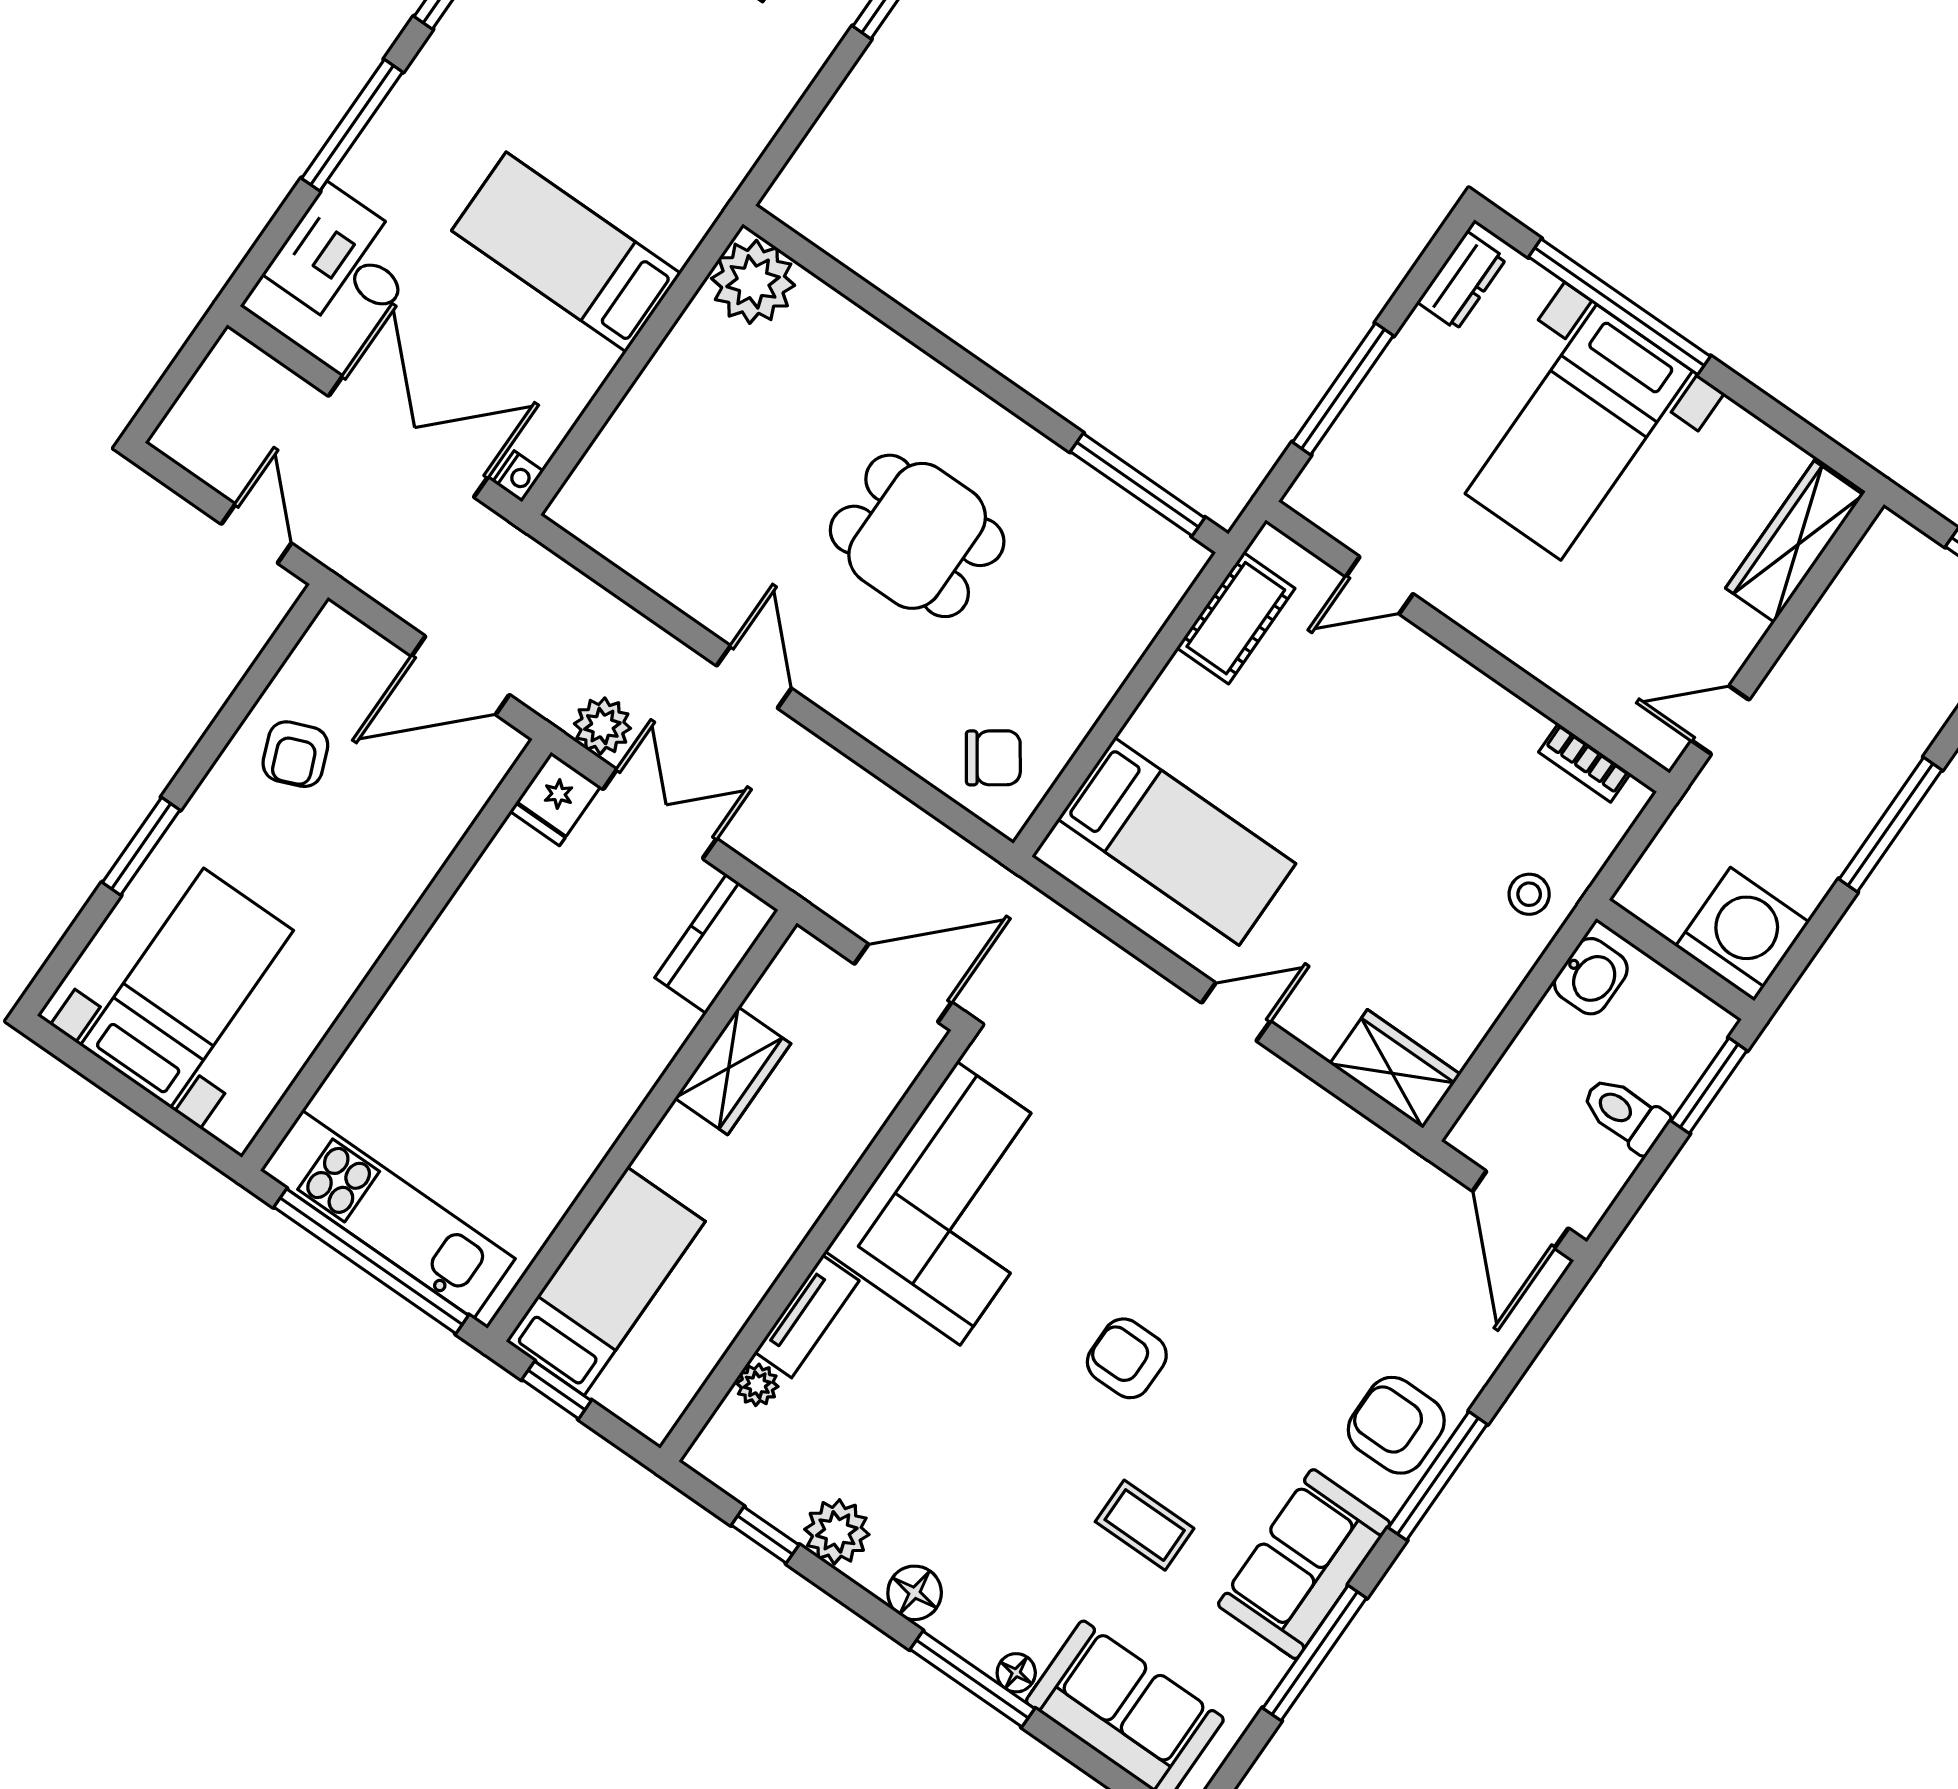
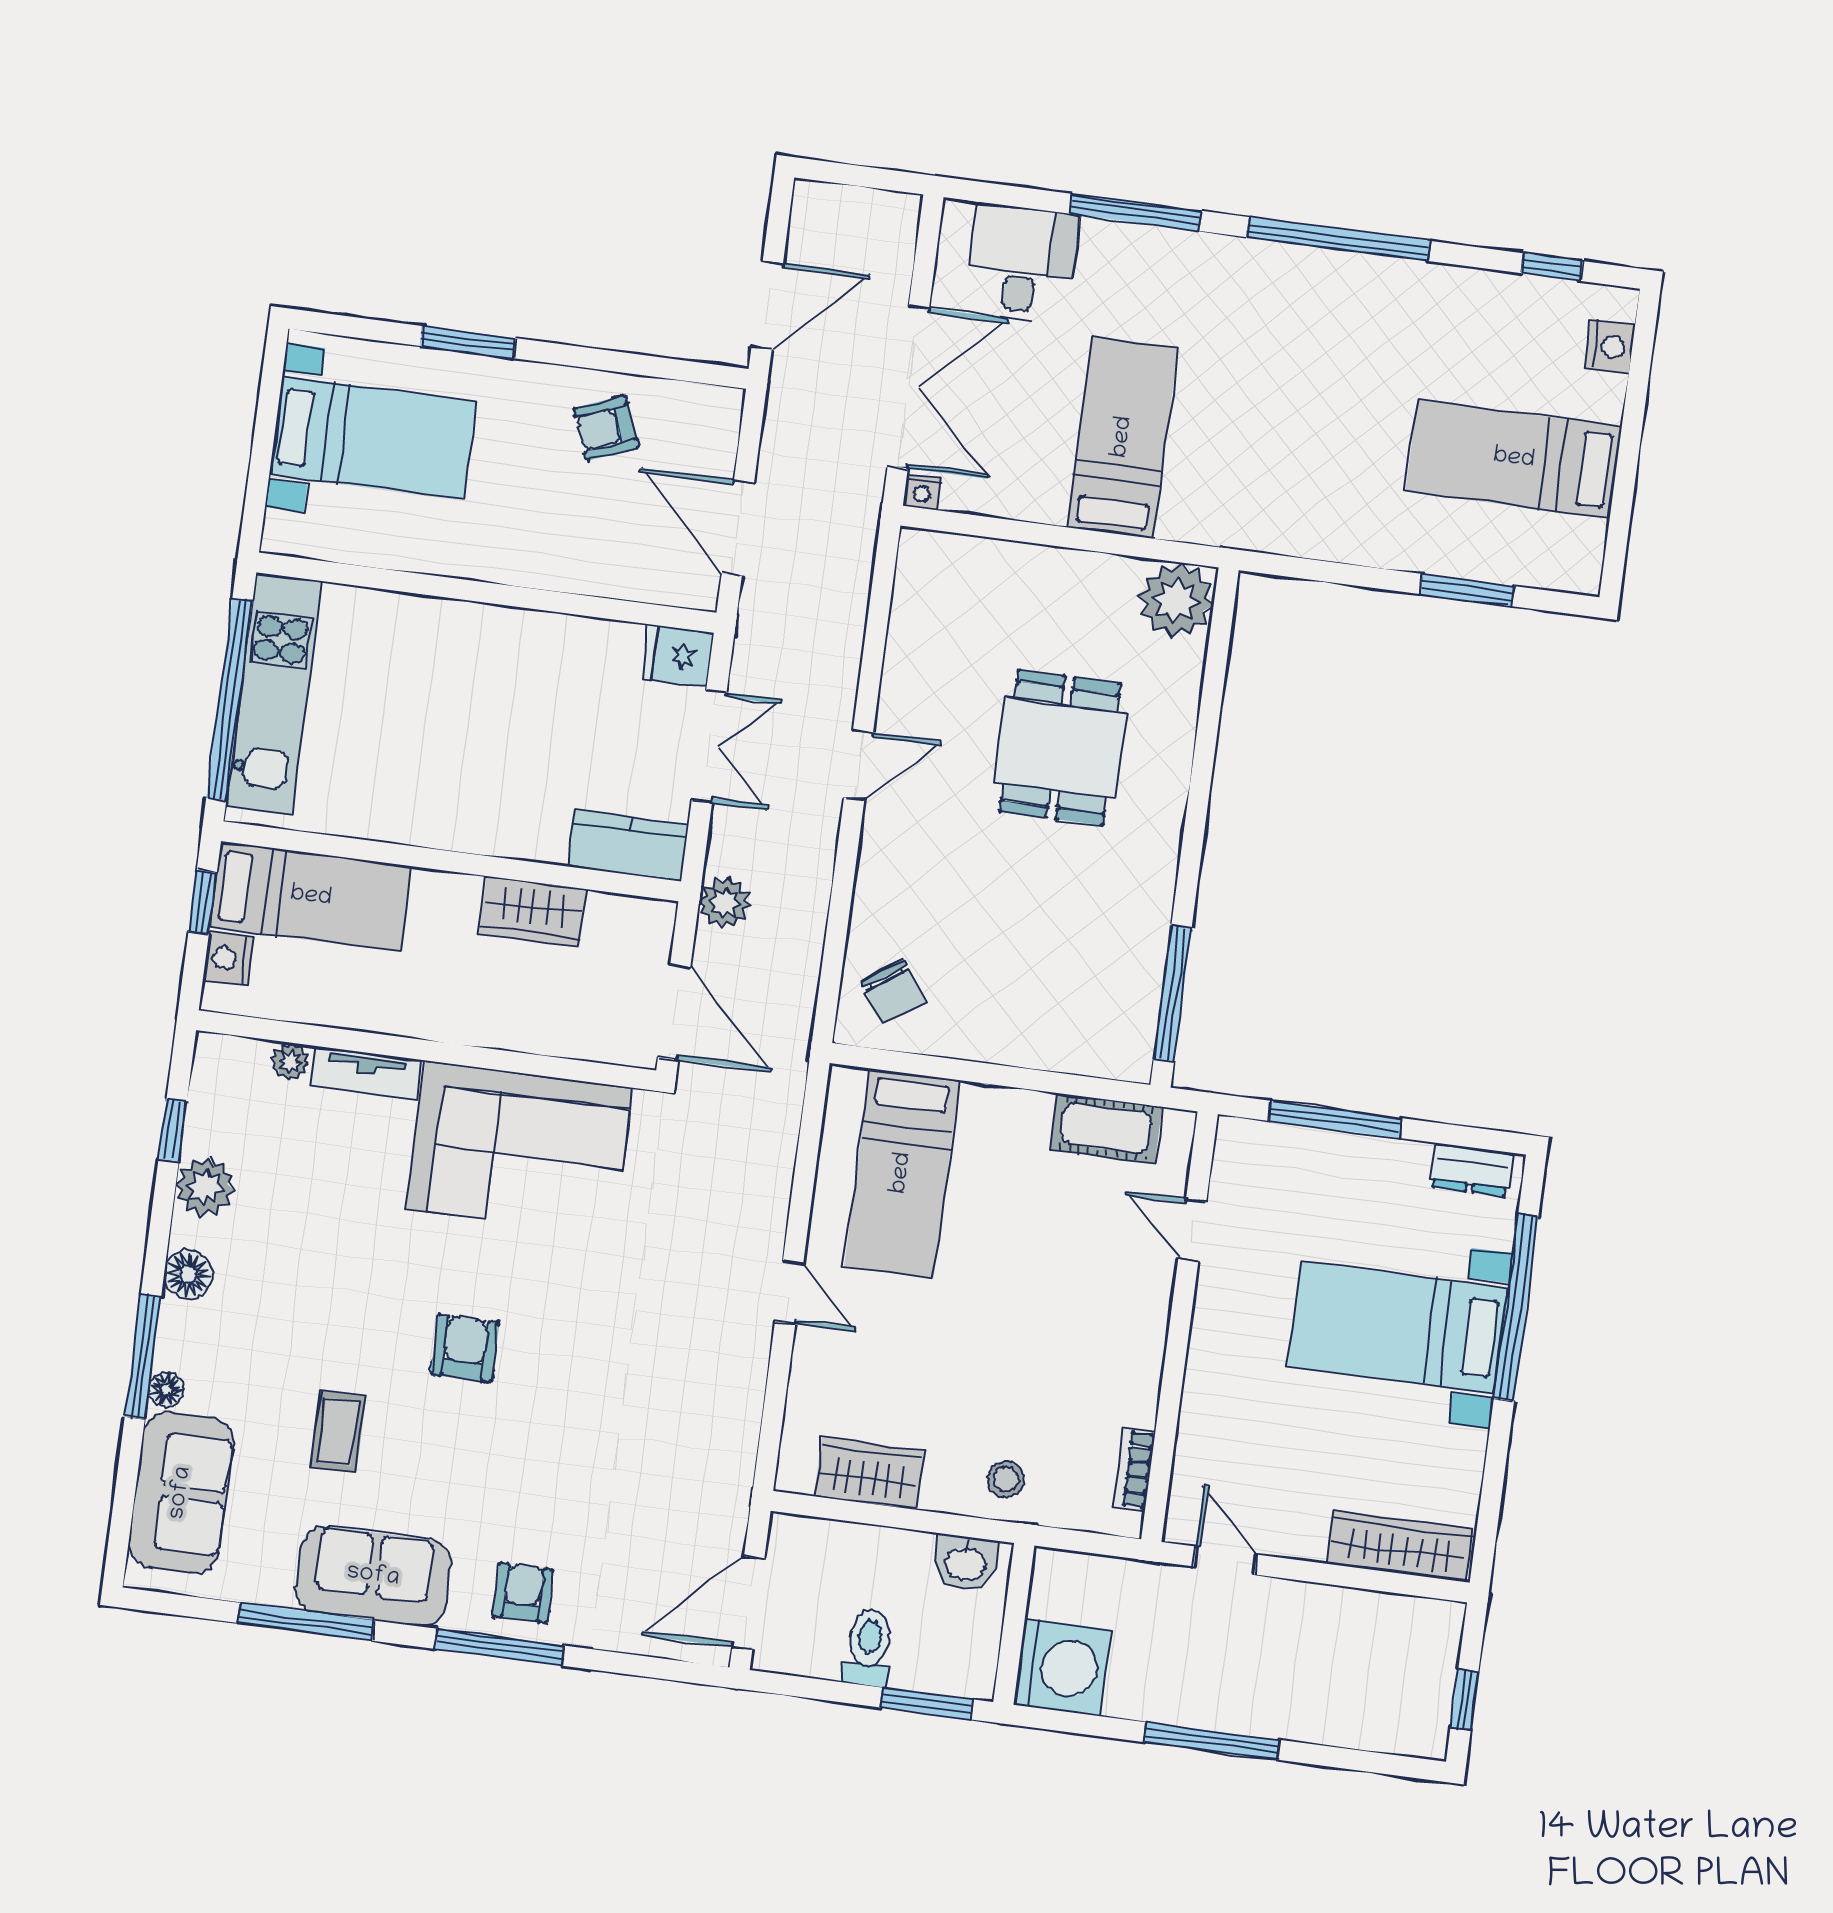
door: (256, 534) -> (767, 305), width x1.38
dining table: (917, 536) -> (1060, 748), moved
plant: (602, 726) -> (725, 903), moved
wardrobe: (1395, 1069) -> (869, 1473), moved, turned -90
nightstand: (625, 1393) -> (228, 958), added
armchair: (1396, 1425) -> (523, 1593), width x0.72, depth x0.72

